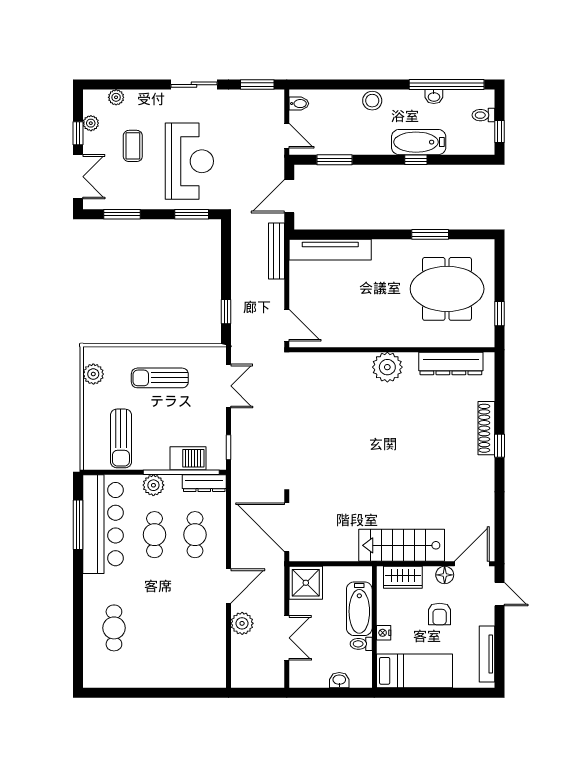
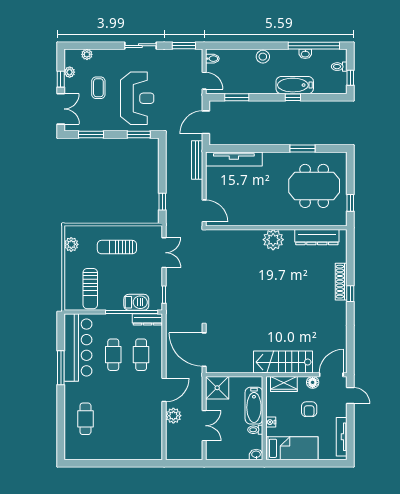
plant: (153, 485) -> (113, 321), removed
window: (78, 525) -> (61, 368), moved
washbasin: (339, 680) -> (256, 455), moved

